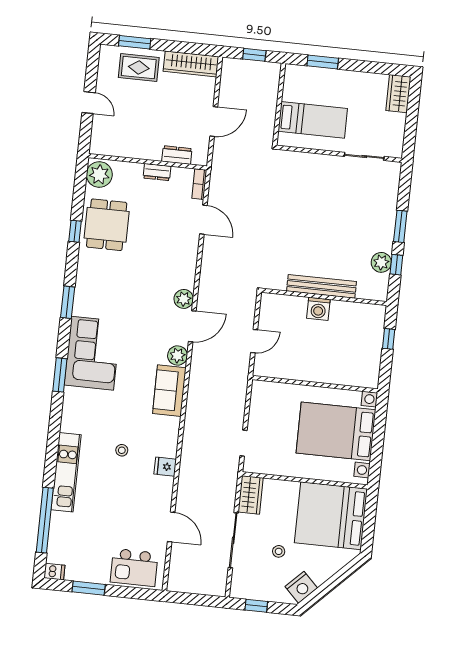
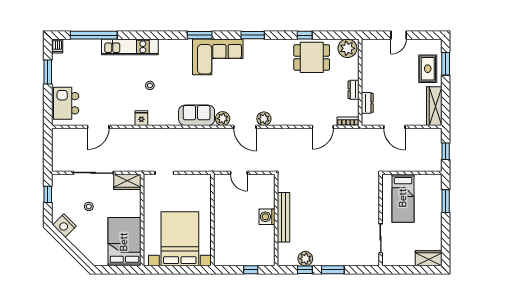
bed: (331, 516) -> (124, 242), width x0.73

